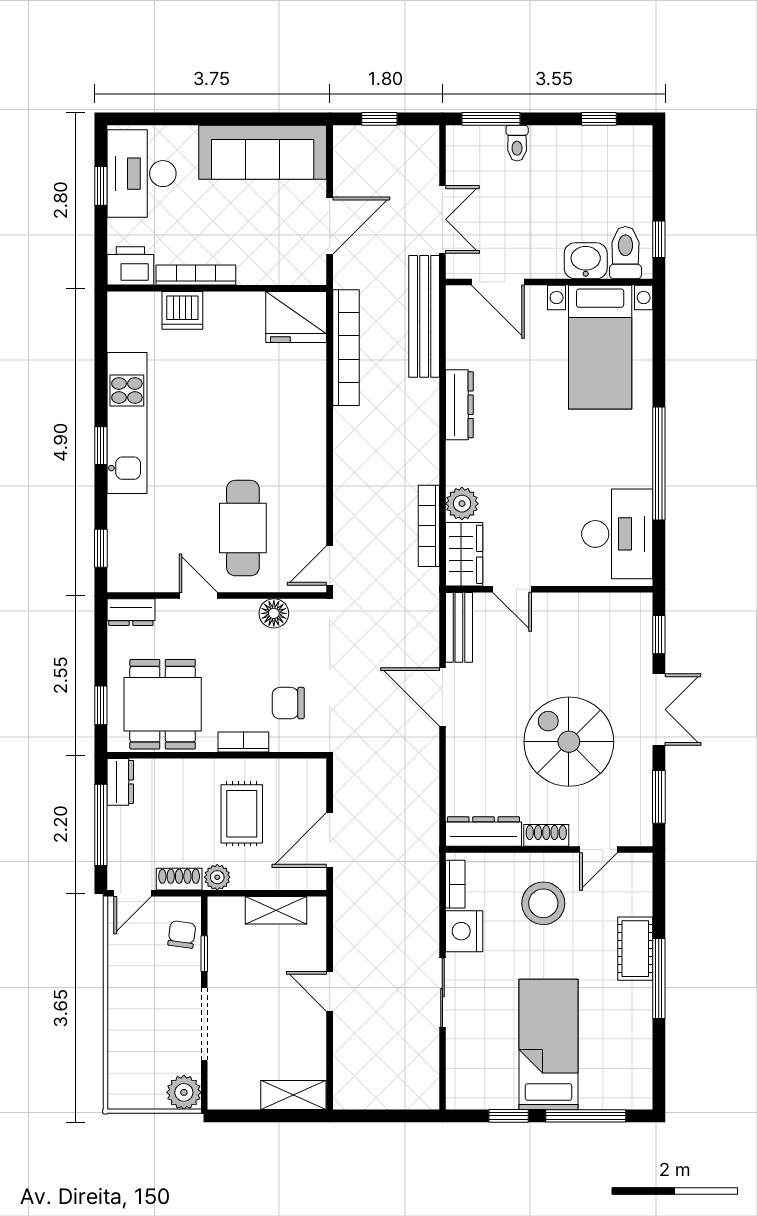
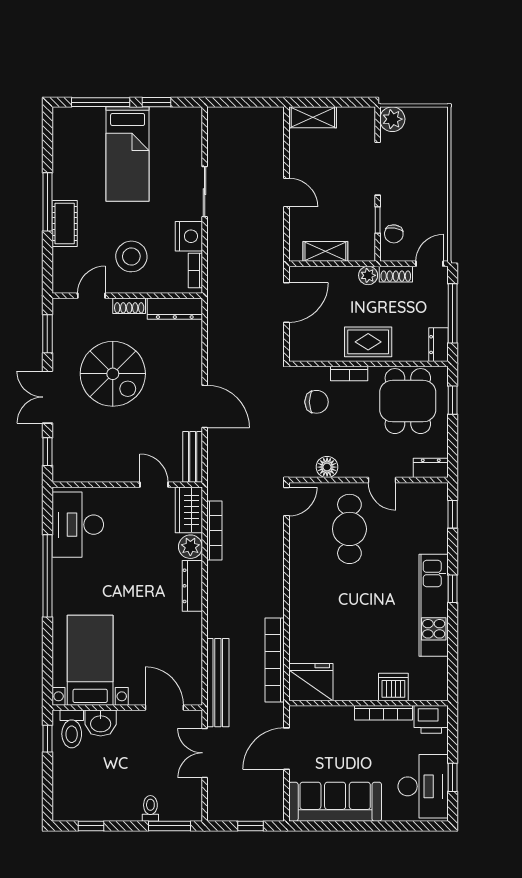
dresser: (459, 405) -> (192, 586), moved
rug: (242, 814) -> (368, 342), moved, turned 90

